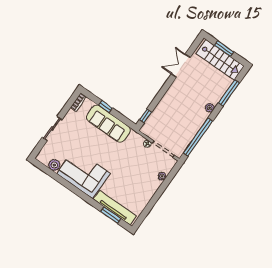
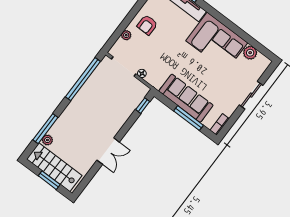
double door: (181, 66) -> (108, 151), moved
window: (106, 107) -> (188, 118), width x2.17
plant: (210, 108) -> (47, 140), moved
armchair: (144, 186) -> (147, 25), added

